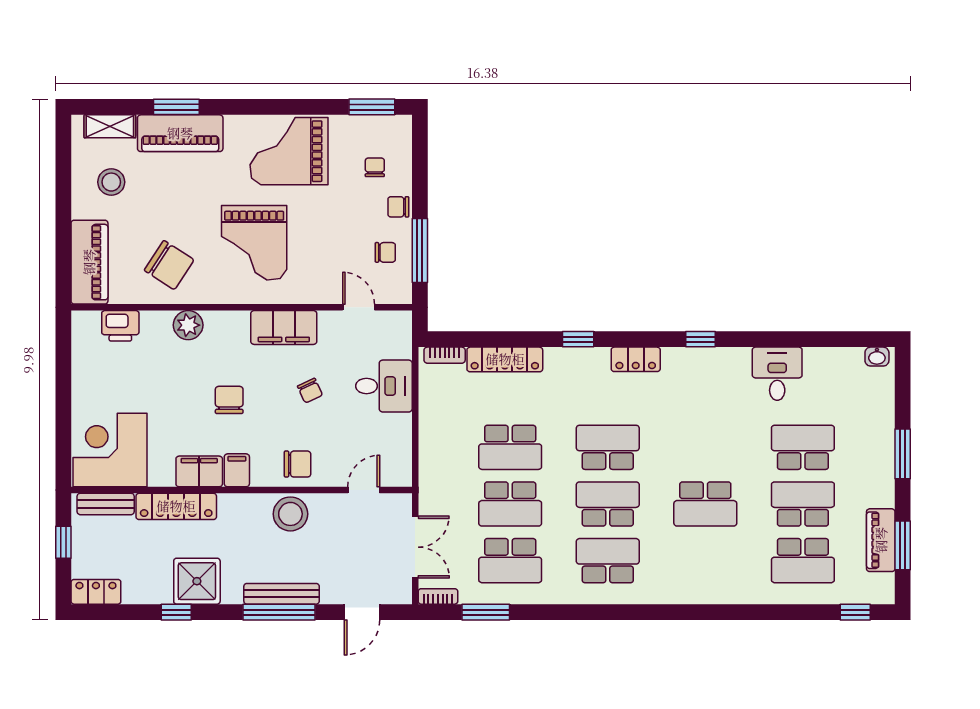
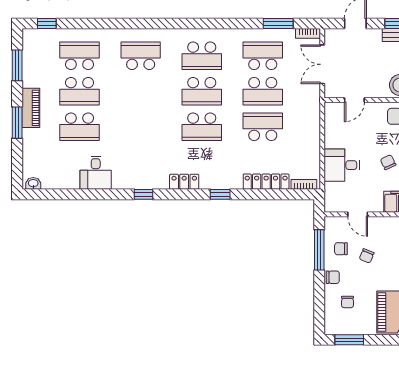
chair: (344, 241) -> (367, 256), added
school desk: (510, 504) -> (263, 91), turned 180
school desk: (705, 504) -> (141, 56), moved
piano: (881, 540) -> (31, 108), moved

